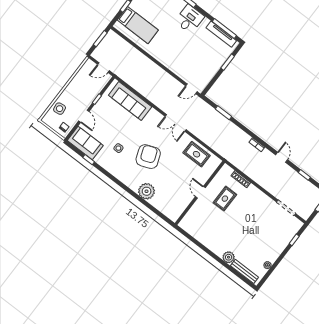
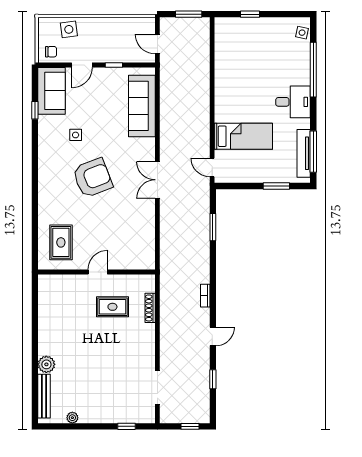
bed: (138, 25) -> (243, 136), moved, turned -90
rug: (197, 154) -> (61, 242), moved
plant: (147, 191) -> (50, 207), removed

